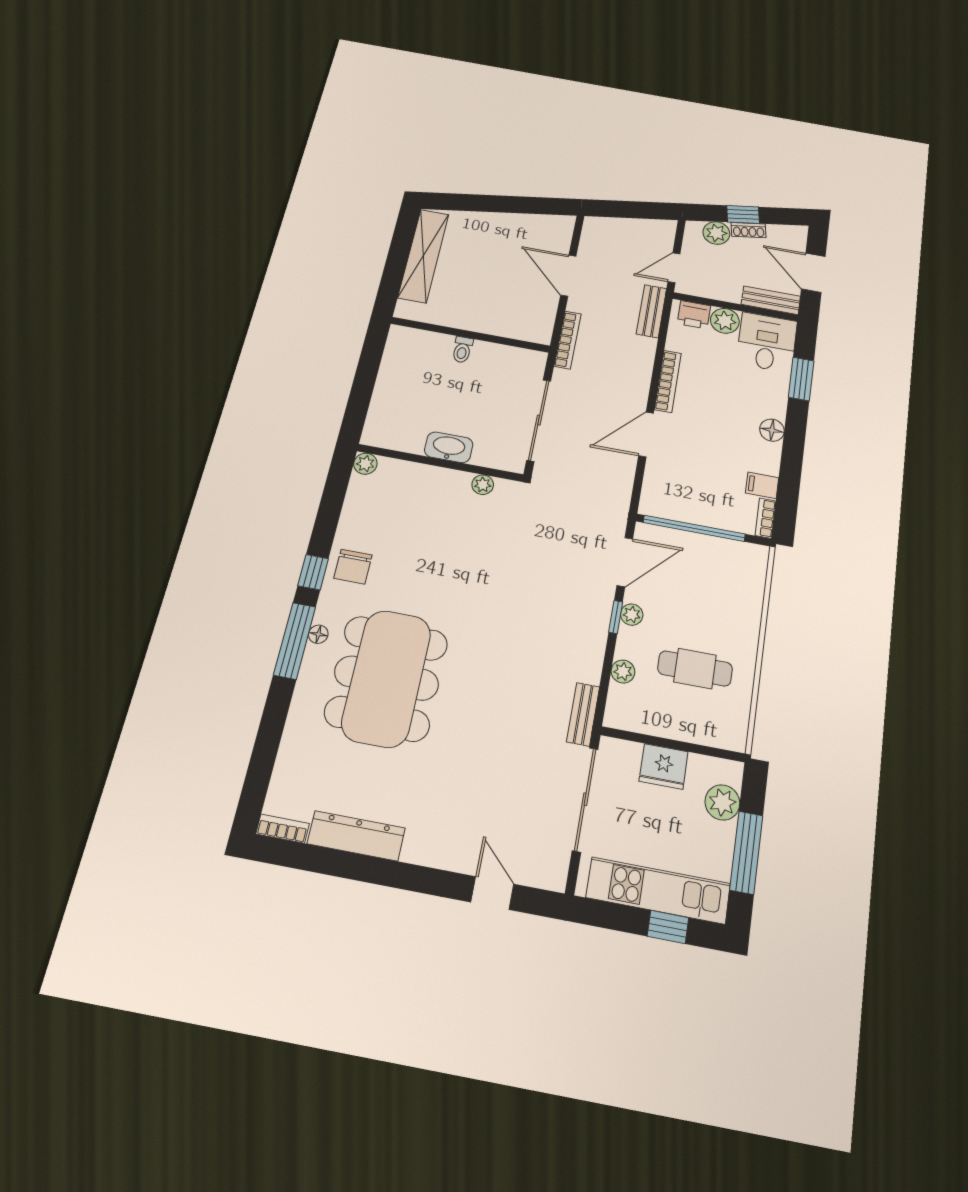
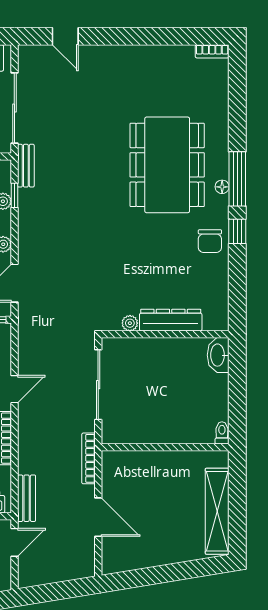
toilet: (462, 350) -> (222, 433), moved
door: (646, 434) -> (14, 389), width x0.73
washbasin: (449, 447) -> (218, 355), moved, turned 90
plant: (365, 464) -> (220, 323), removed
chair: (353, 567) -> (210, 241), turned 180
window: (616, 617) -> (14, 195), moved
dresser: (356, 836) -> (171, 320), moved, turned 180

